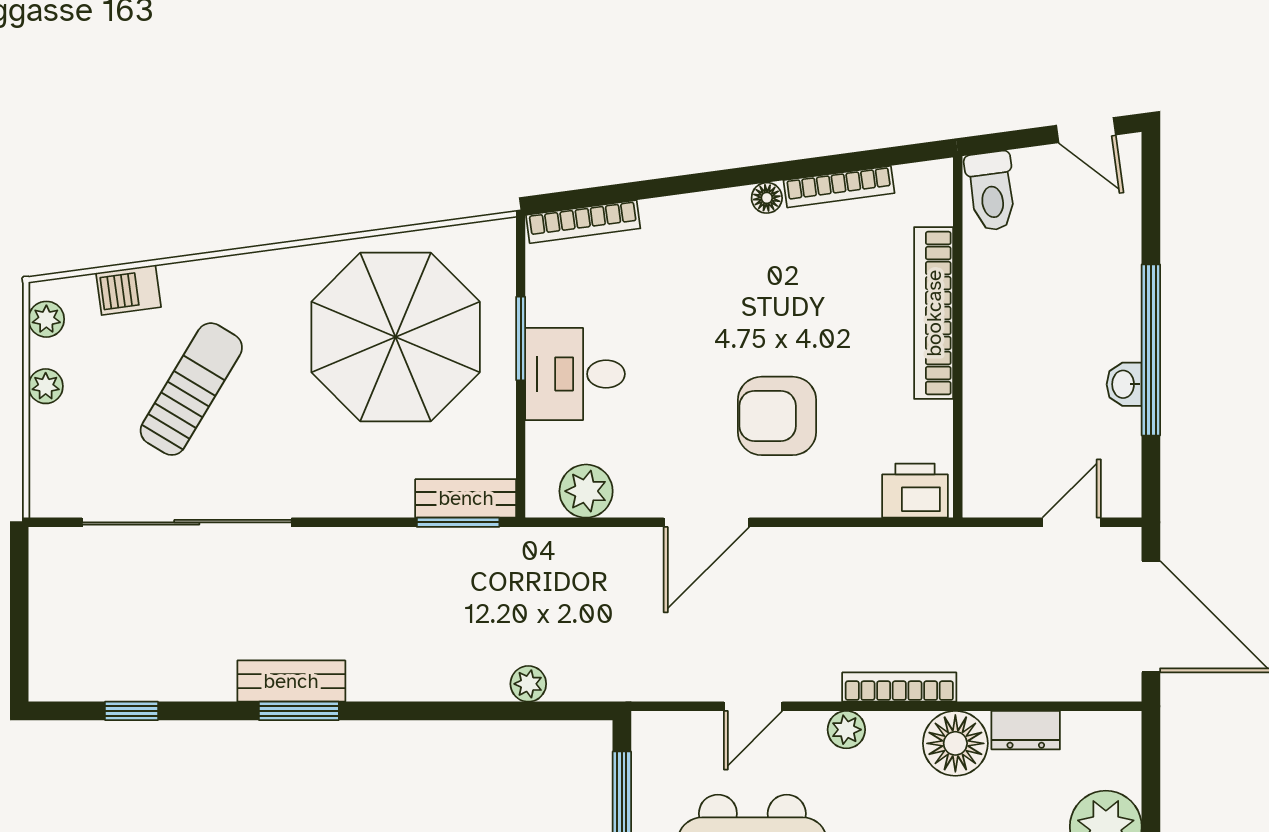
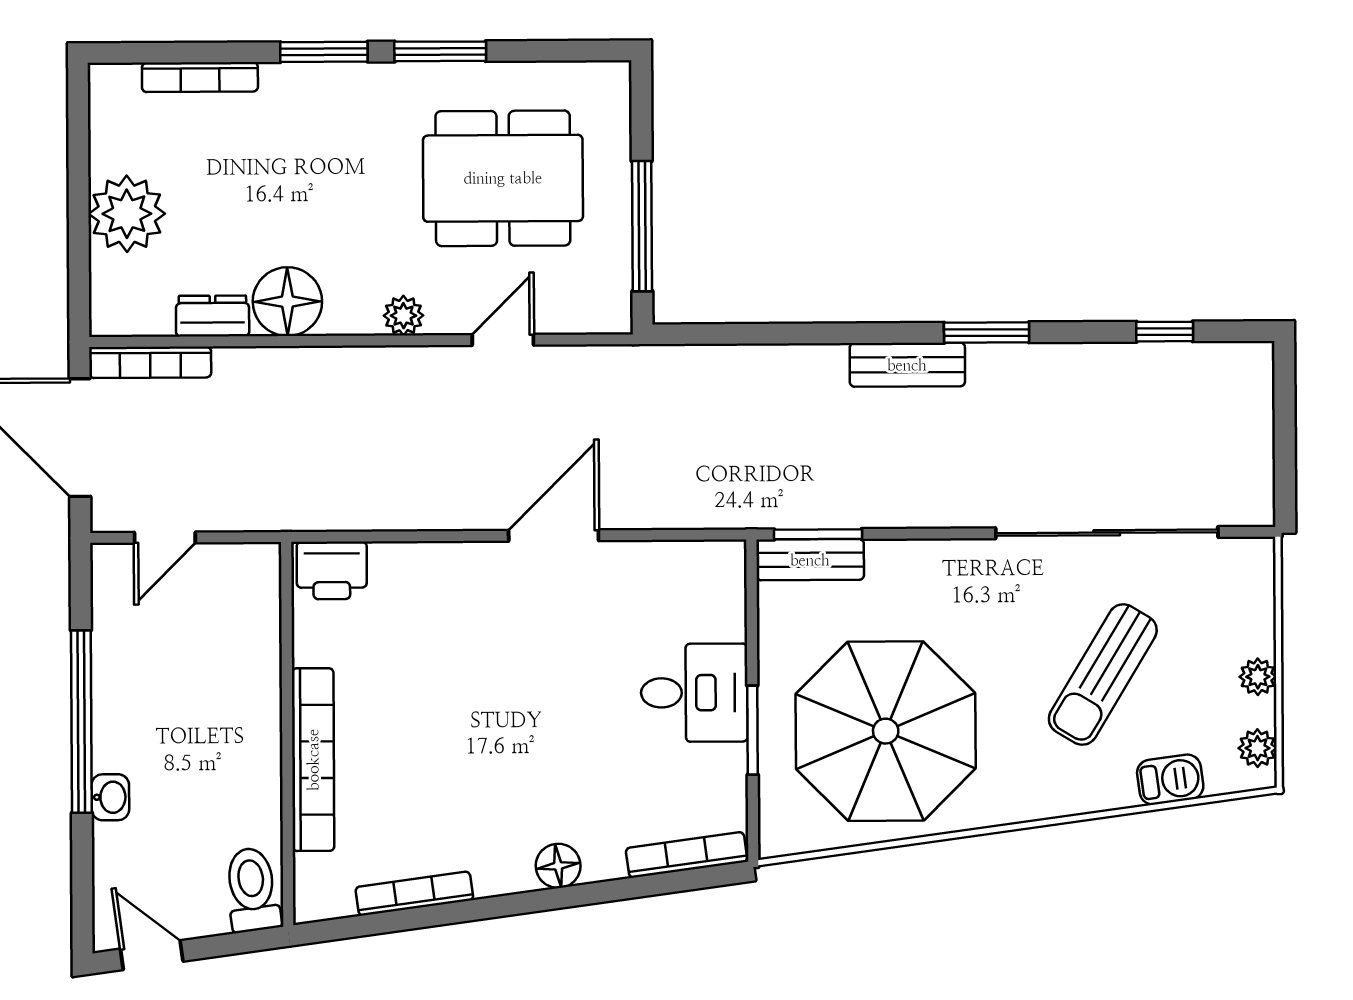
floor lamp: (767, 198) -> (558, 866), moved, width x1.37, depth x1.37
washbasin: (1124, 384) -> (110, 797), moved
armchair: (777, 416) -> (479, 649), removed
plant: (586, 491) -> (682, 568), removed
bench: (291, 681) -> (907, 365), moved
plant: (528, 684) -> (742, 363), removed
bookcase: (899, 687) -> (150, 362), moved

